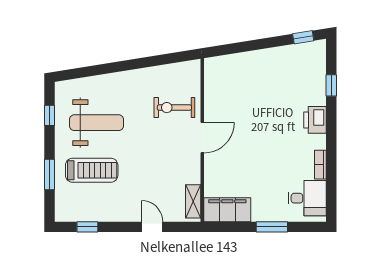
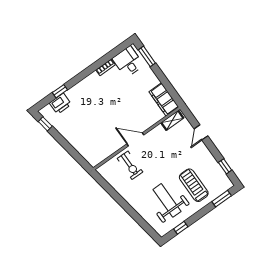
printer: (315, 120) -> (60, 104), moved
window: (49, 175) -> (222, 199), moved
window: (272, 227) -> (147, 56), moved

